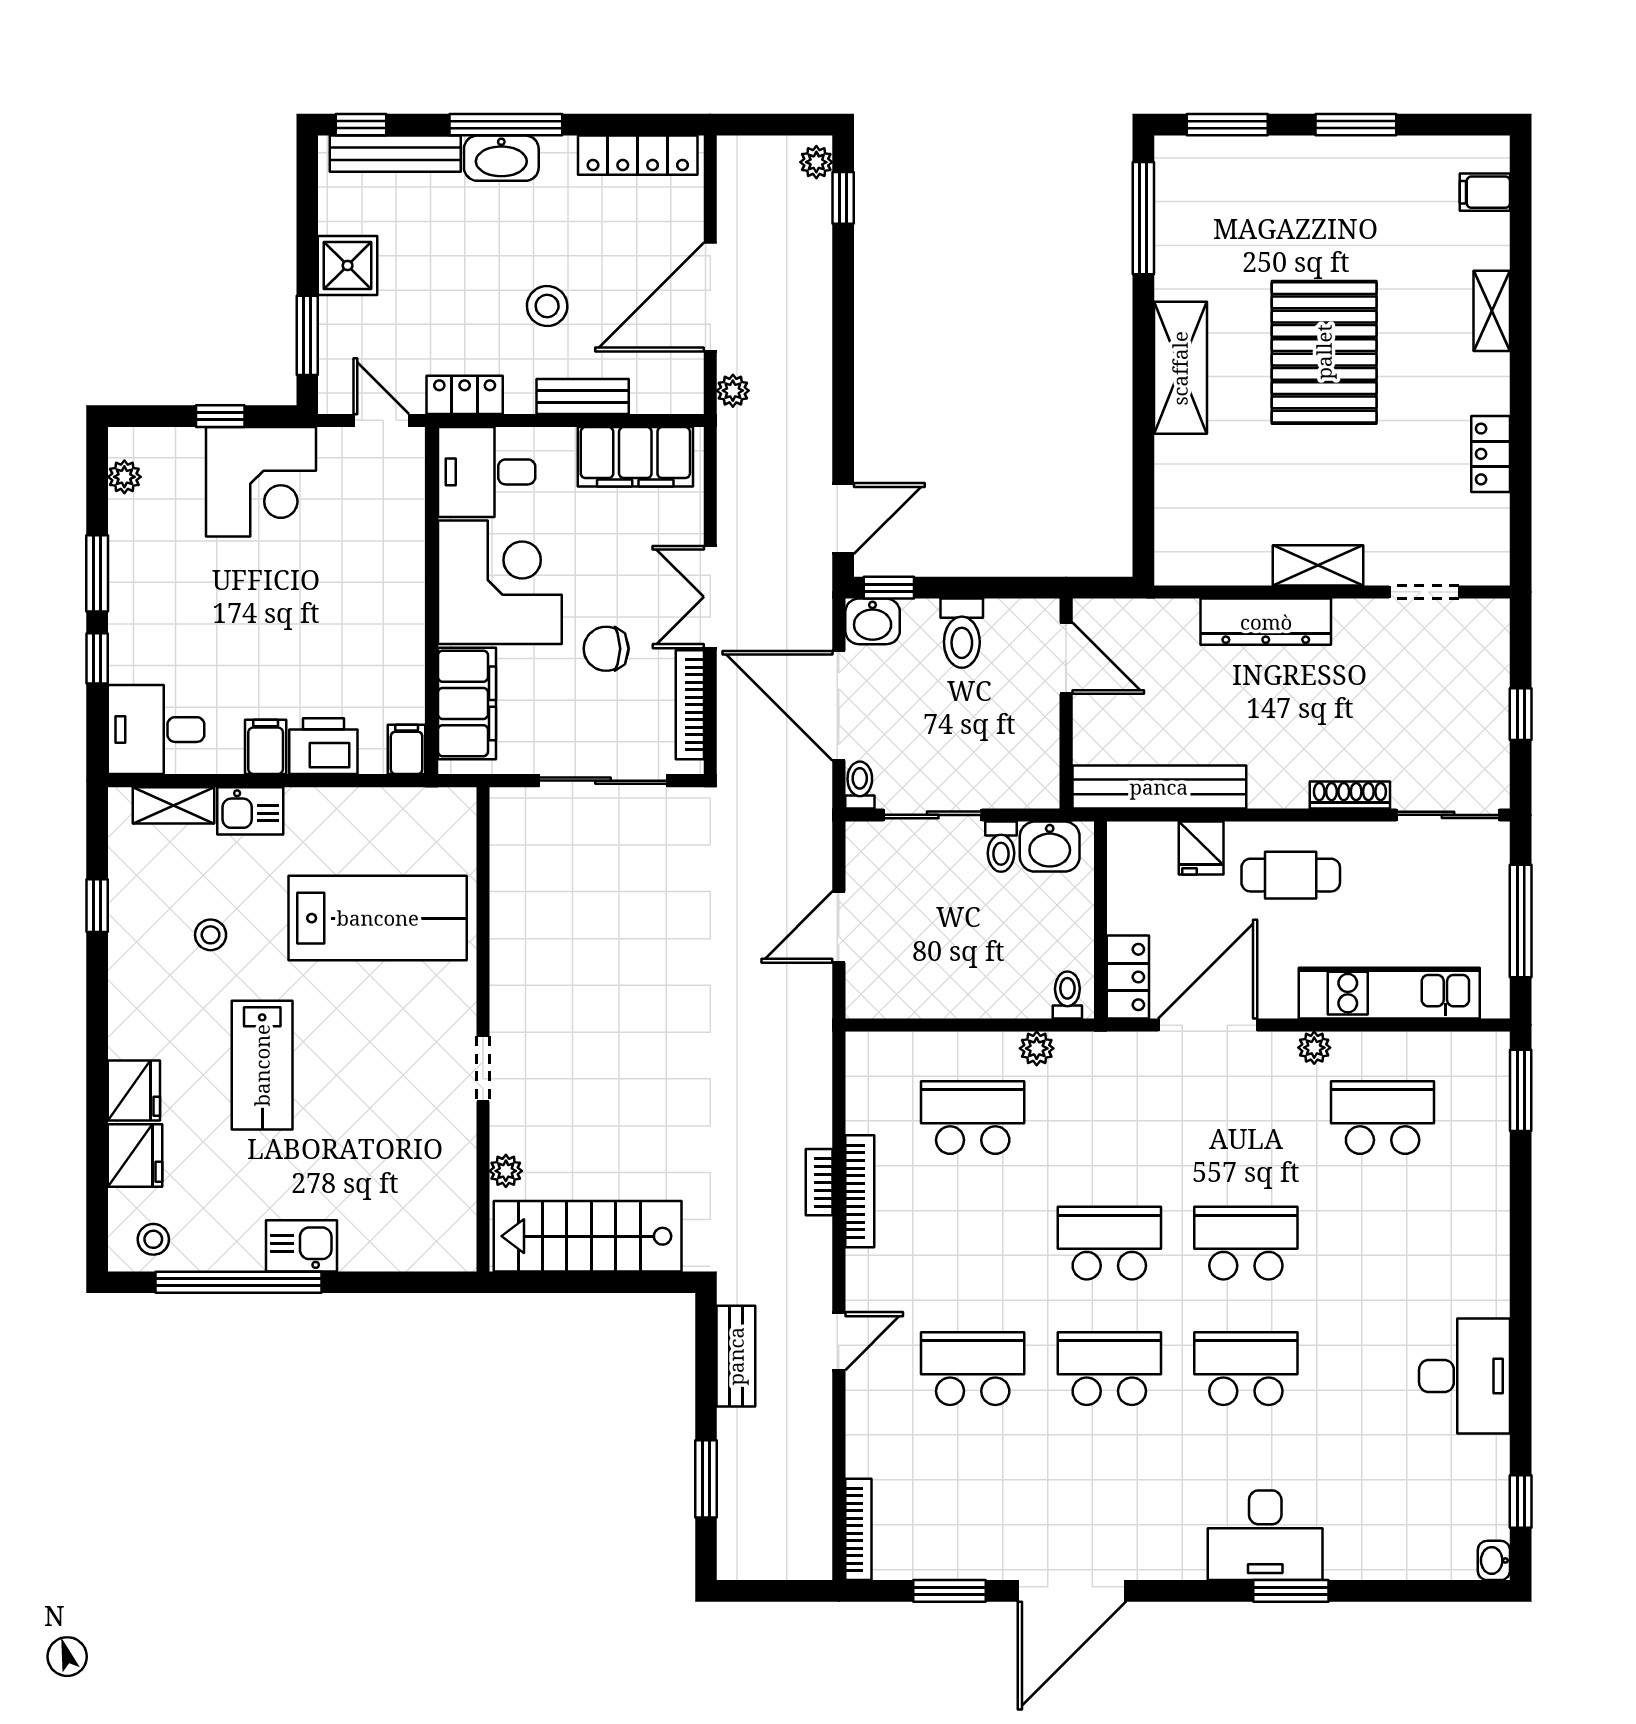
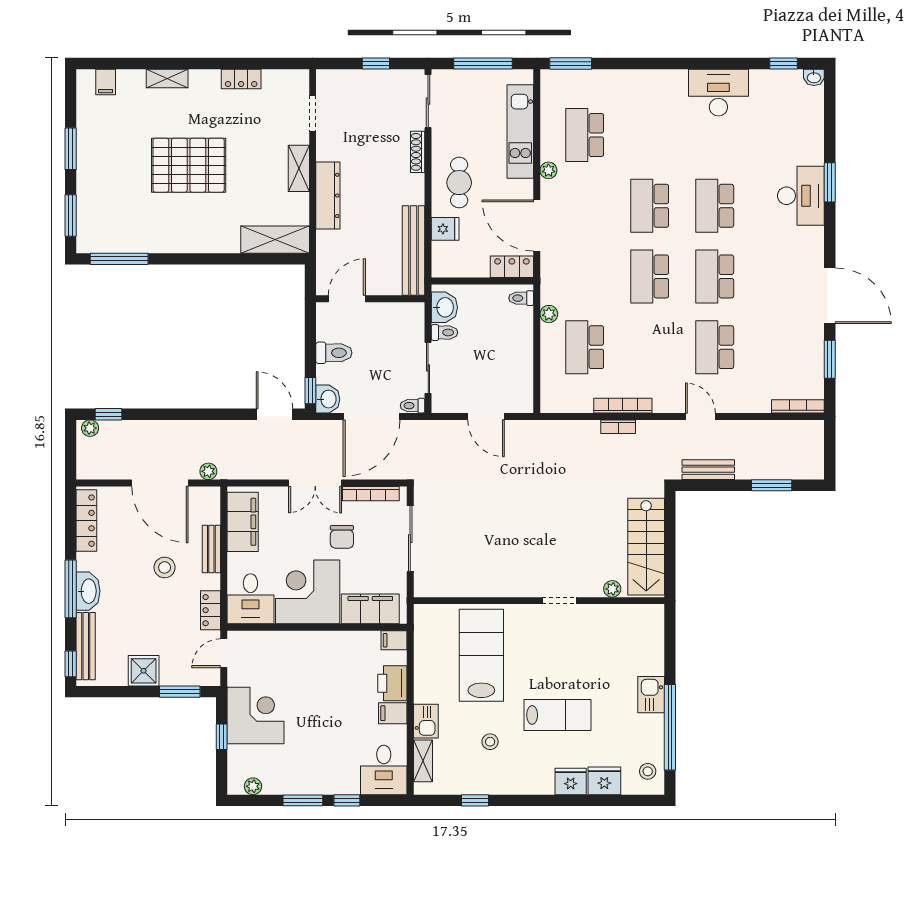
shelving: (1180, 368) -> (275, 240), moved

